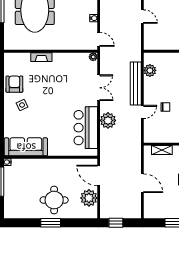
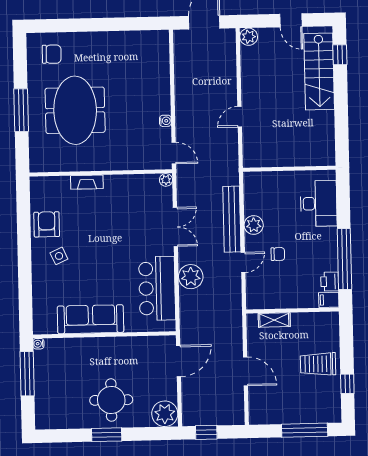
door: (142, 17) -> (240, 117), swing flipped
plant: (150, 70) -> (254, 225), moved
sofa: (26, 147) -> (91, 319), moved
door: (99, 175) -> (178, 361), swing flipped
plant: (89, 198) -> (165, 414), moved

